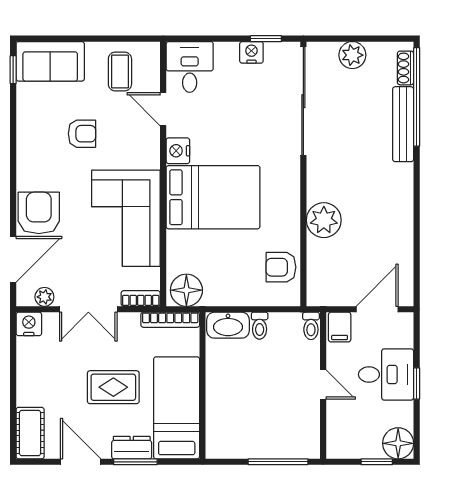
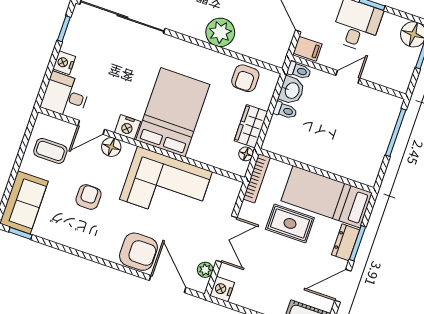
nightstand: (251, 52) -> (64, 63), moved
floor lamp: (149, 140) -> (111, 147), added
armchair: (39, 213) -> (138, 252), turned 180
floor lamp: (186, 290) -> (246, 154), width x0.53, depth x0.53
wardrobe: (228, 293) -> (251, 126), added
bookcase: (141, 298) -> (232, 195), removed
washbasin: (228, 325) -> (292, 90), moved, width x0.72
rug: (113, 387) -> (290, 223), moved, turned 90

